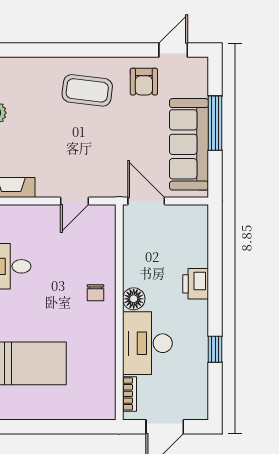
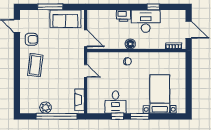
sofa: (189, 144) -> (65, 19), width x0.73
door: (146, 201) -> (86, 38), swing flipped
desk: (147, 343) -> (146, 21), moved, turned 180

